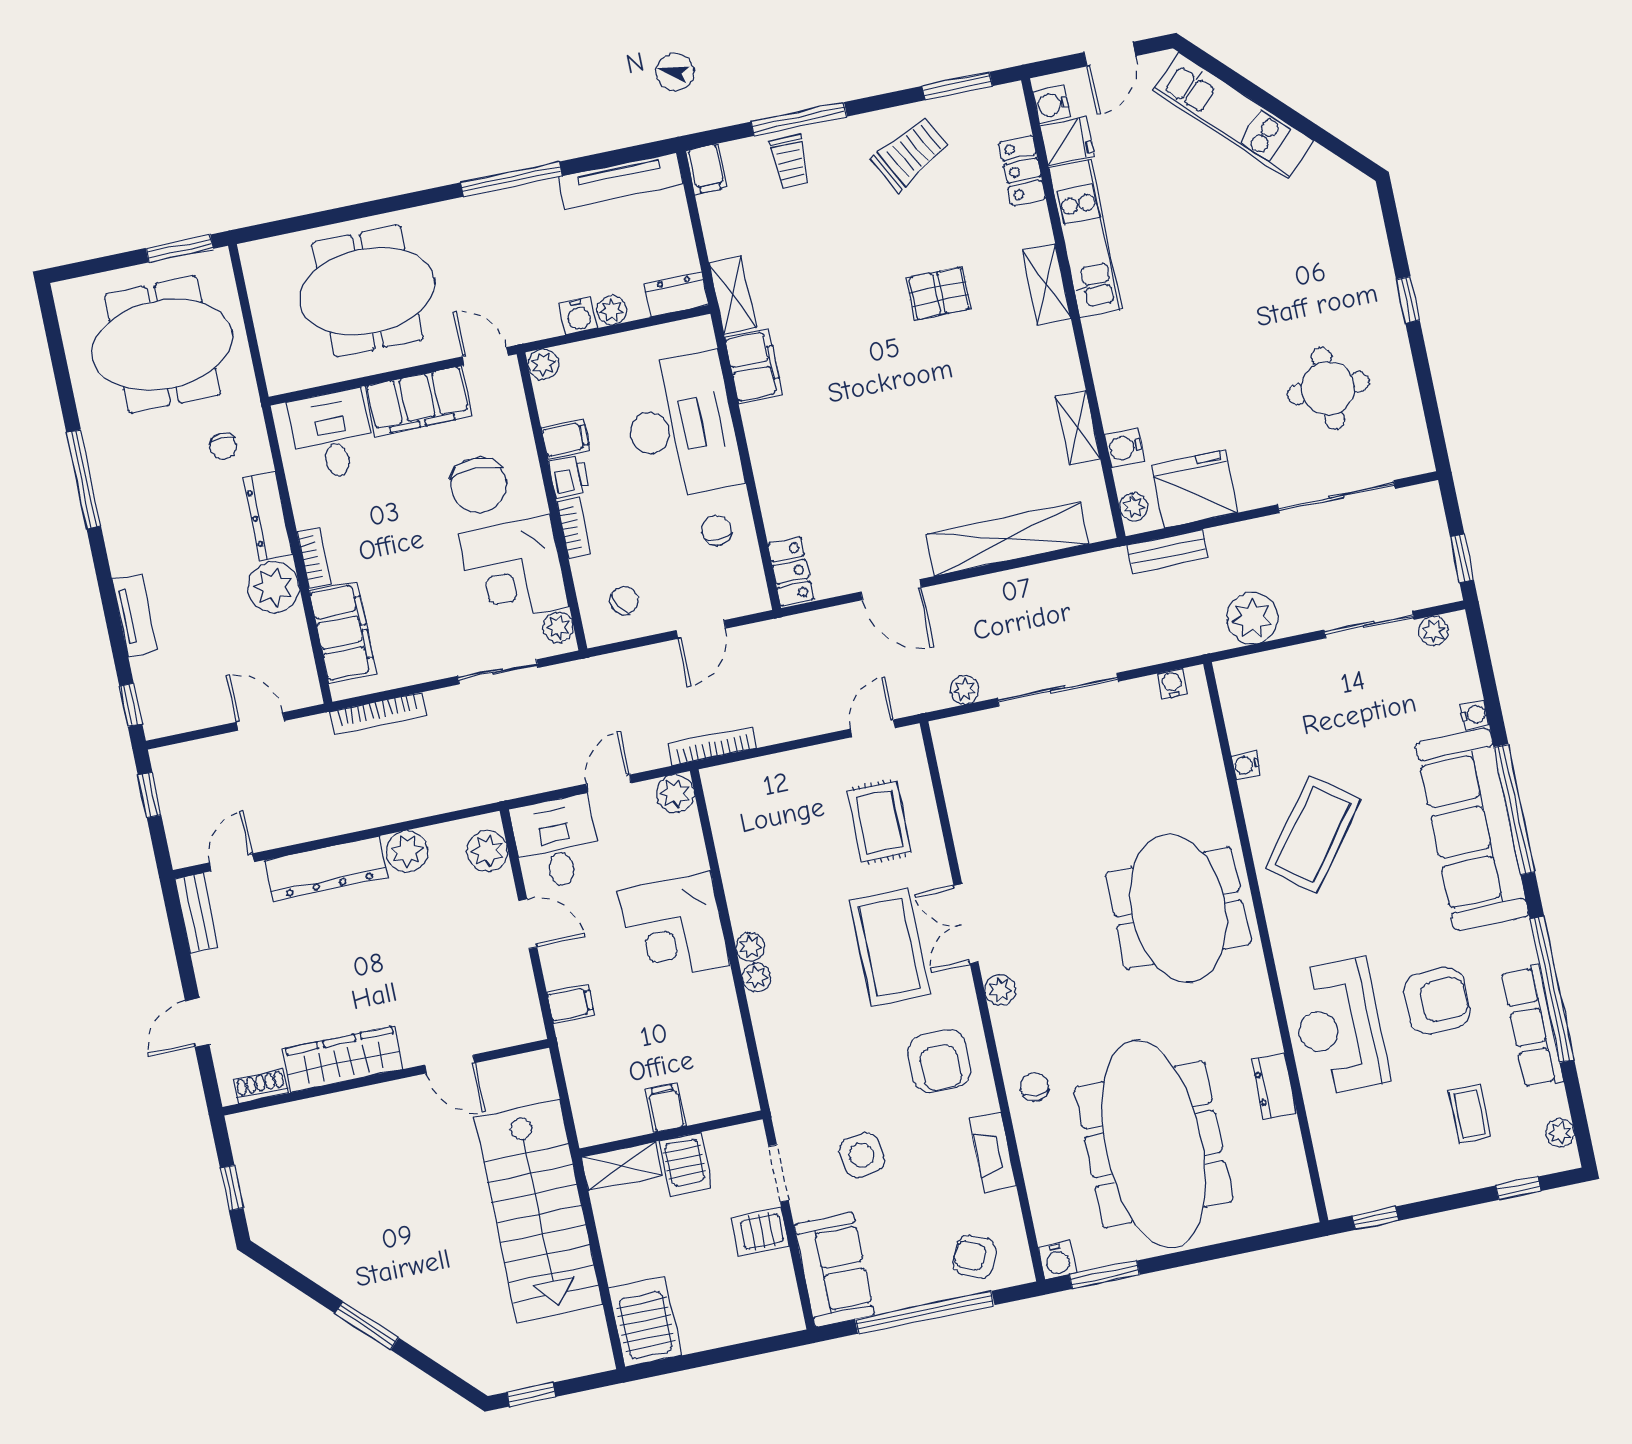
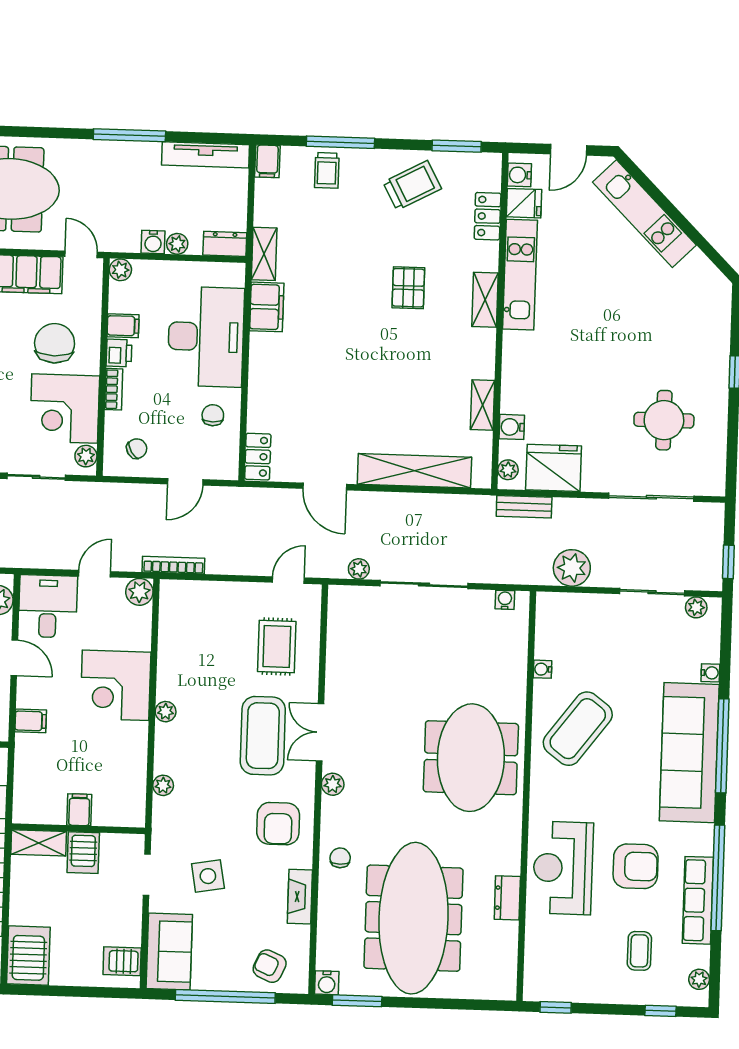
pallet: (939, 293) -> (408, 288), turned 90
chair: (479, 485) -> (55, 343), turned 180
plant: (757, 977) -> (163, 785), moved
server rack: (760, 1232) -> (122, 961), moved

